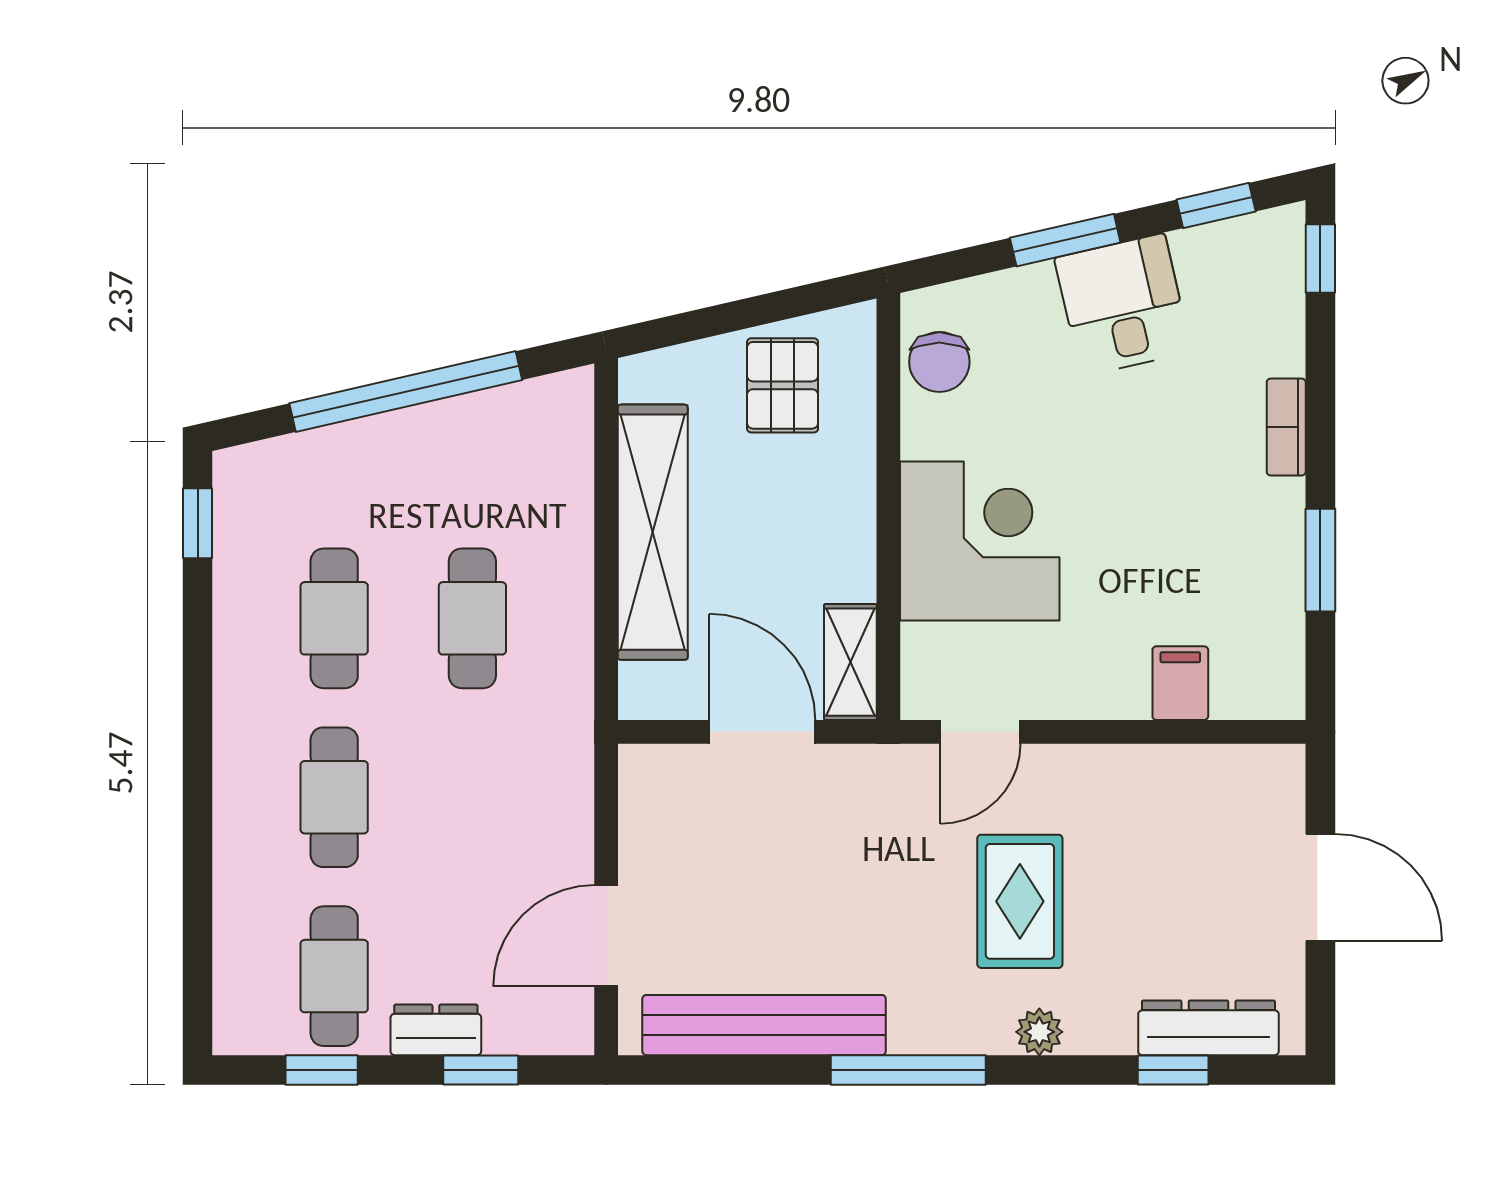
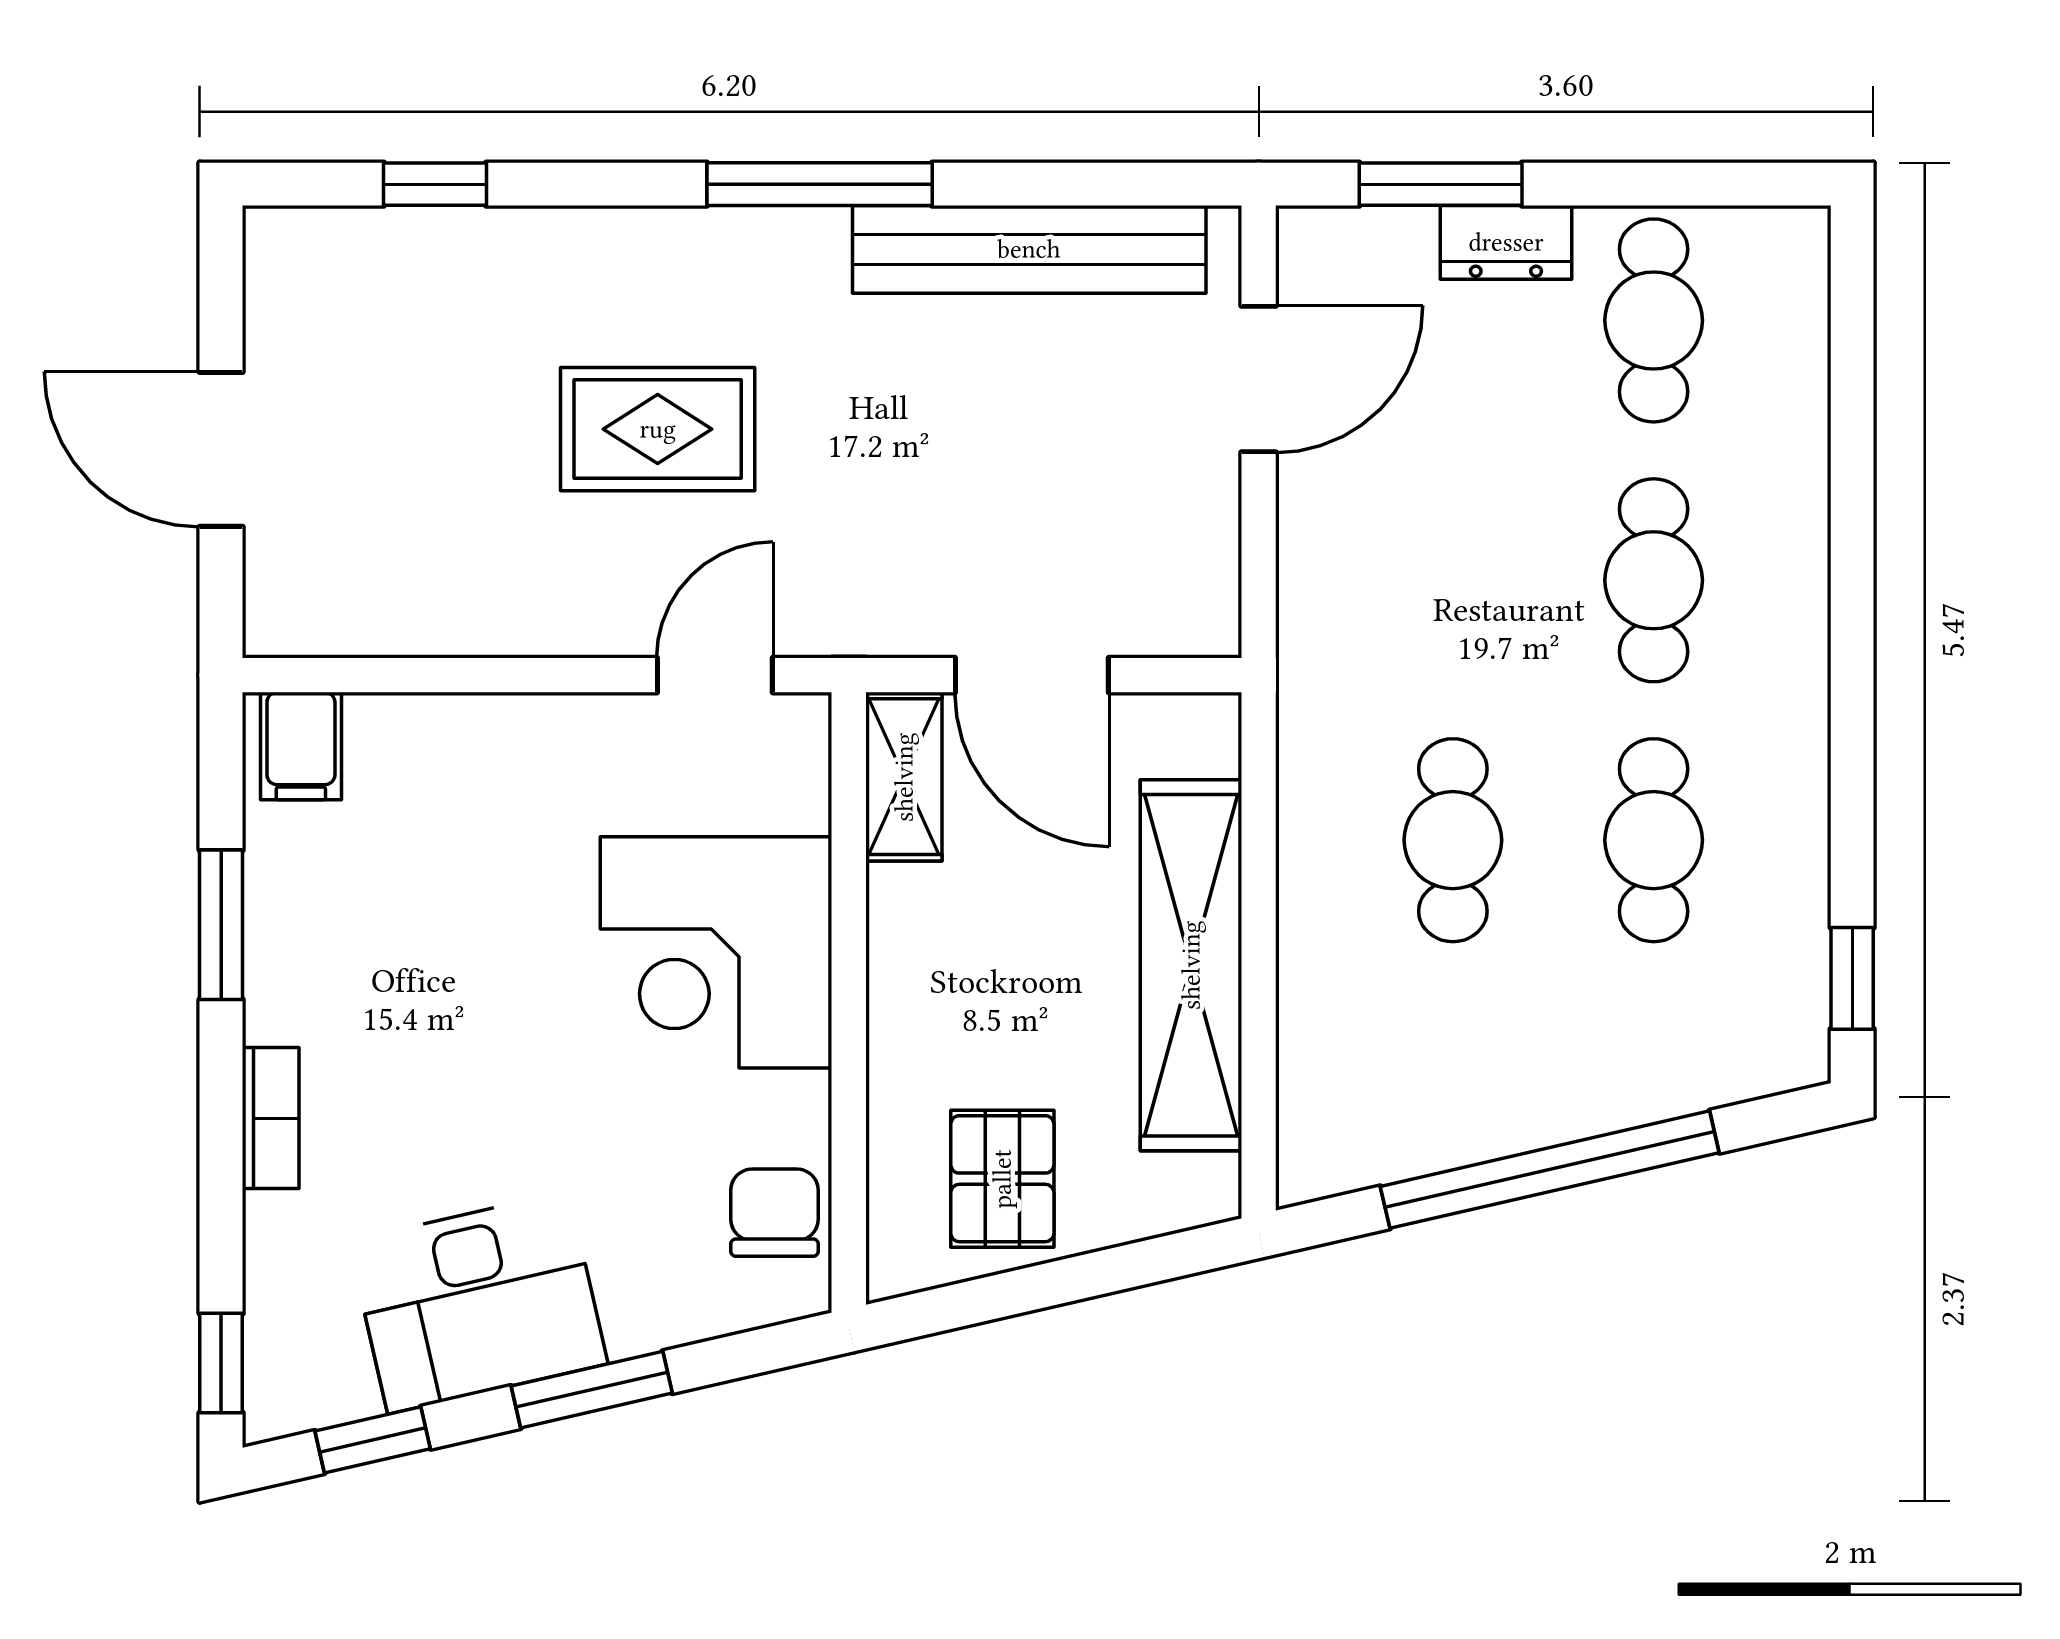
desk: (1123, 305) -> (478, 1303), width x1.37
filing cabinet: (1180, 683) -> (301, 746), moved
rug: (1020, 901) -> (658, 429), turned 90
dresser: (1208, 1028) -> (384, 245), removed
plant: (1039, 1032) -> (629, 239), removed
window: (322, 1070) -> (1672, 184), removed
window: (481, 1070) -> (1441, 184), width x1.50

